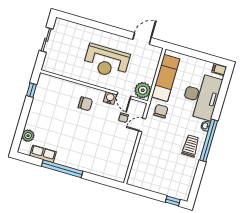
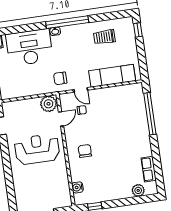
reception desk: (107, 61) -> (37, 149), turned -90
exam couch: (166, 78) -> (112, 76), moved
water cooler: (110, 98) -> (77, 187), moved
trolley: (191, 146) -> (104, 37), moved
window: (62, 169) -> (150, 114), moved

